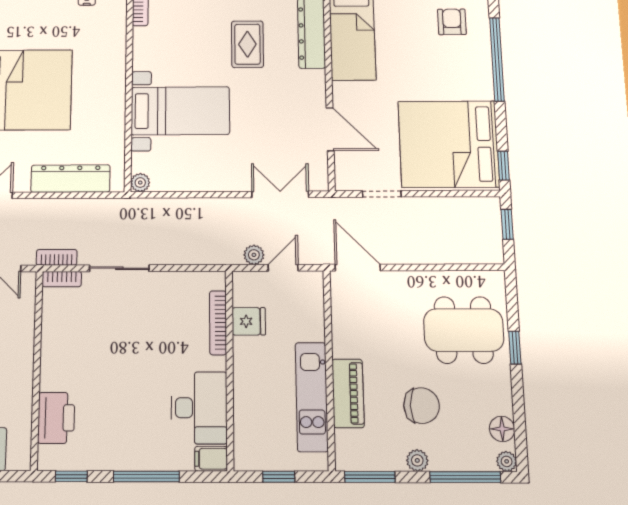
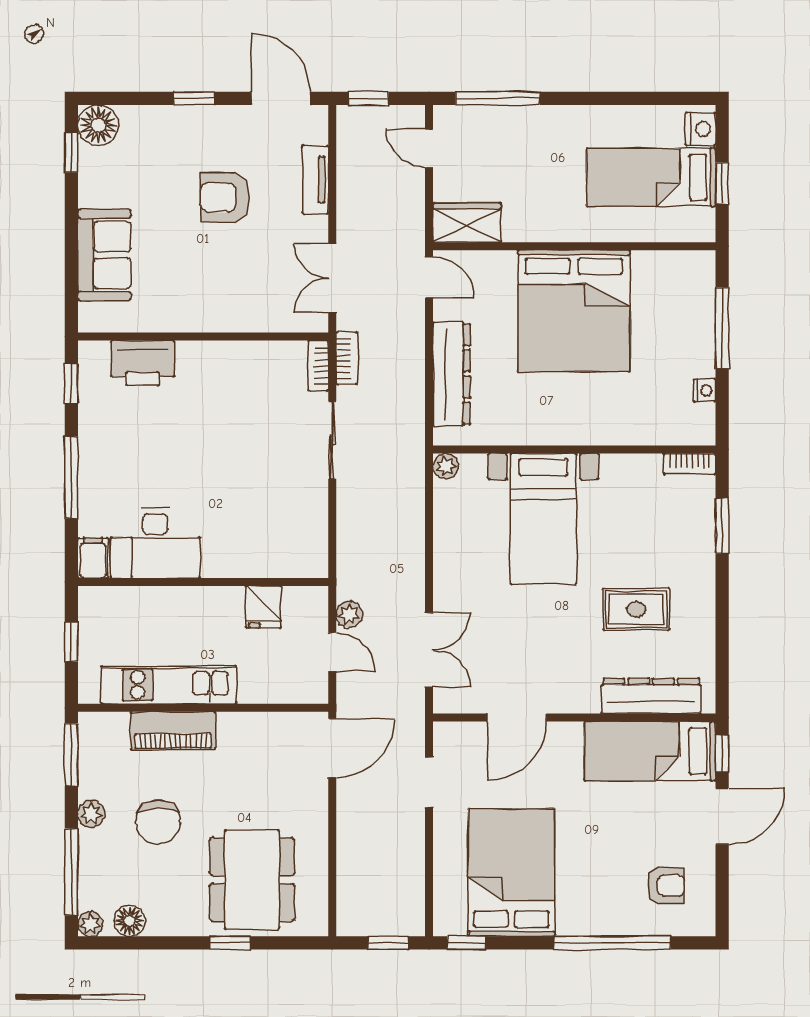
bed: (449, 144) -> (511, 873), width x0.73
bookcase: (218, 323) -> (262, 568), removed

